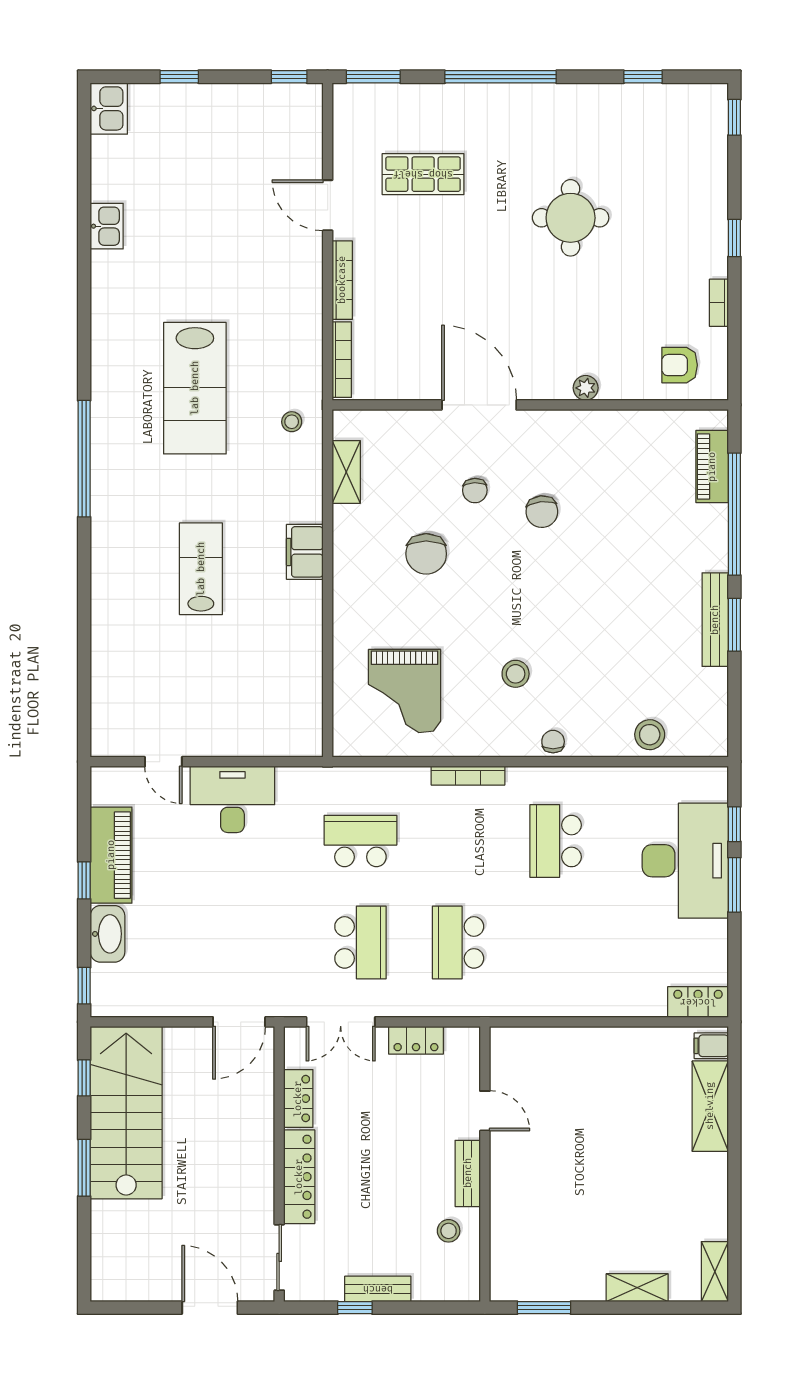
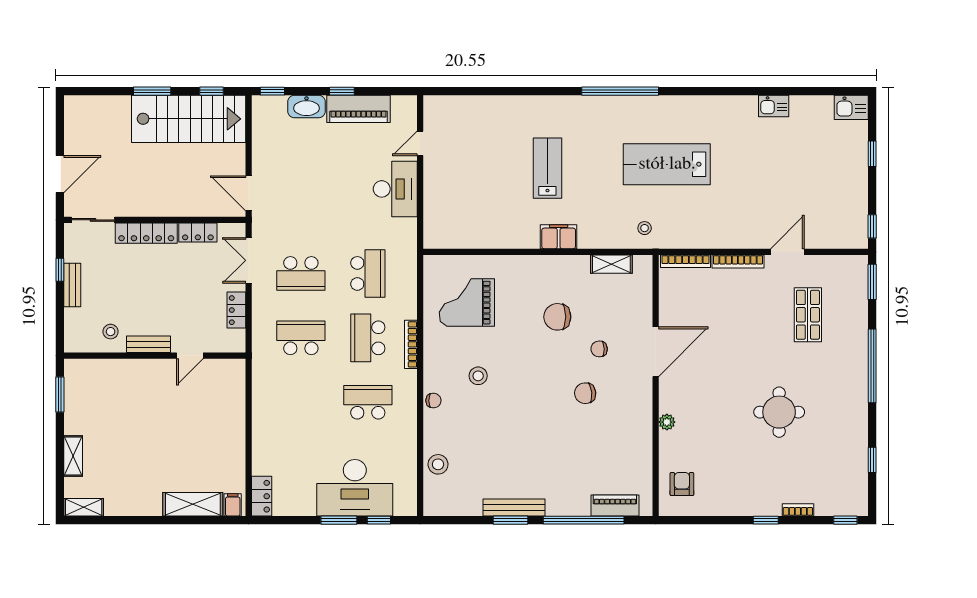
bookcase: (719, 303) -> (798, 510), moved
lab bench: (201, 569) -> (547, 168), turned -90
school desk: (458, 841) -> (368, 338), added

